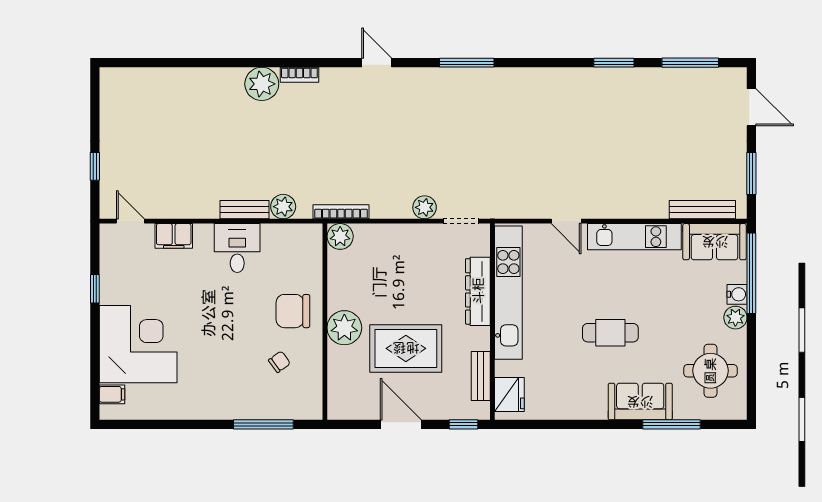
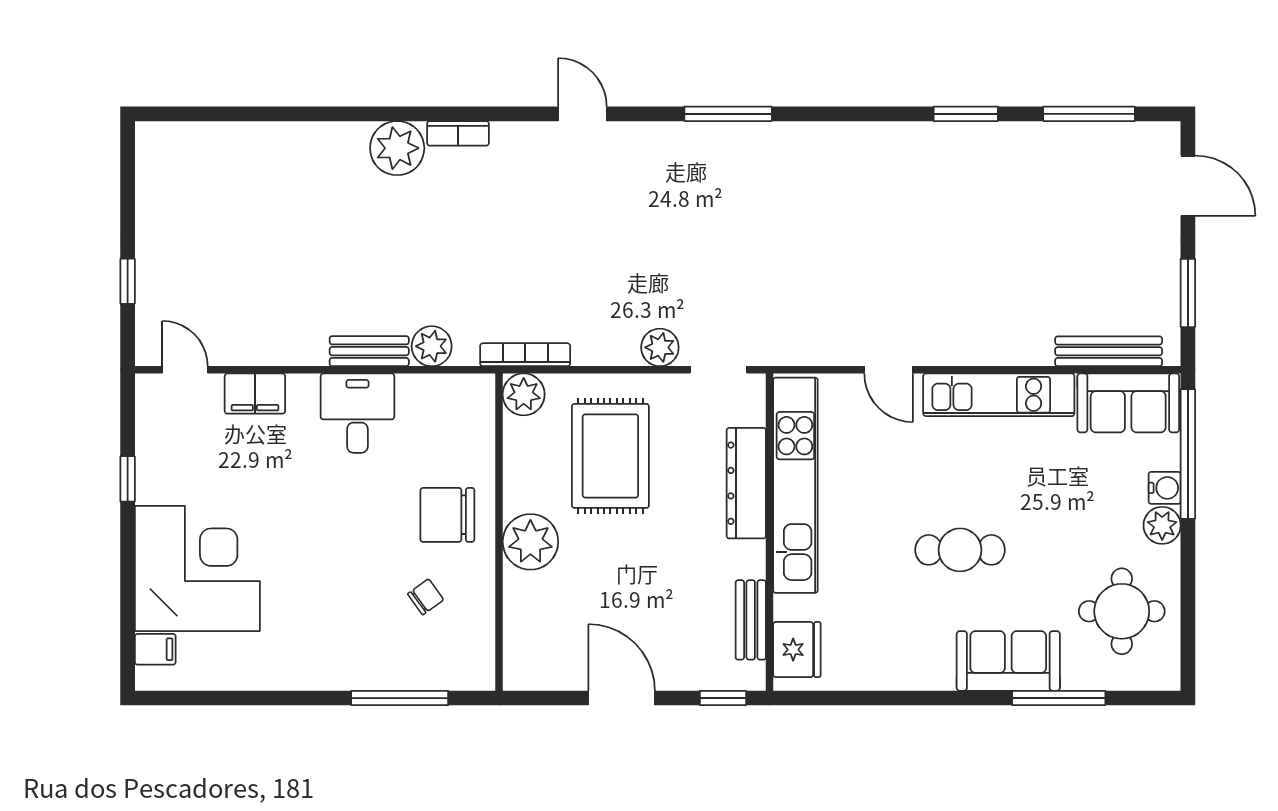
rug: (406, 348) -> (610, 456), moved, turned 90

